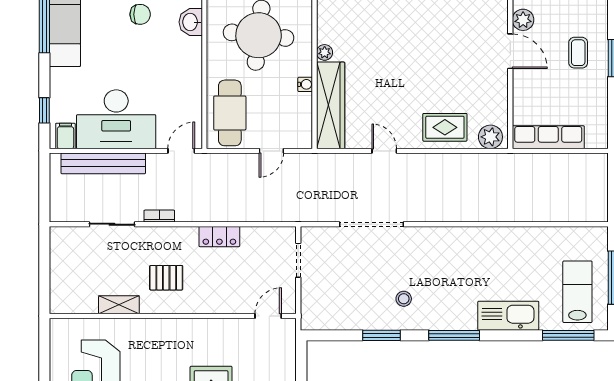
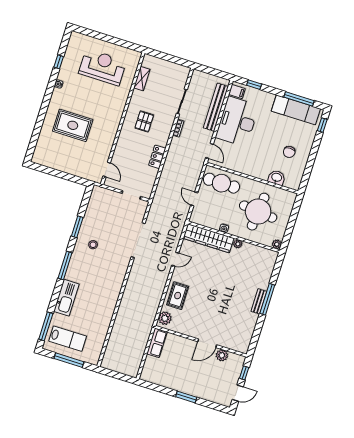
coffee table: (578, 53) -> (195, 379), removed
row of seats: (548, 137) -> (157, 343), width x0.68
shelving: (119, 305) -> (142, 79), moved

